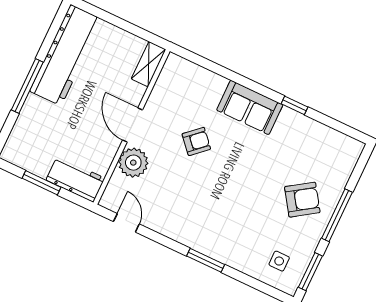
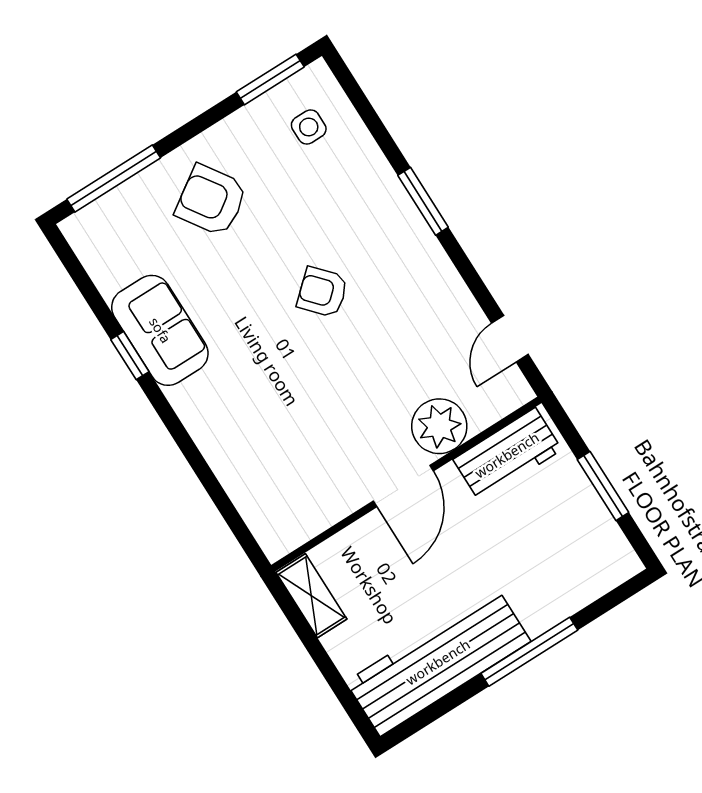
shelving: (148, 64) -> (311, 596), moved, turned 90
sofa: (250, 107) -> (160, 330), moved
armchair: (196, 141) -> (322, 292), moved
workbench: (75, 179) -> (507, 455), moved, turned -90
window: (337, 215) -> (114, 178), moved

